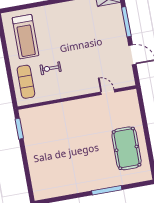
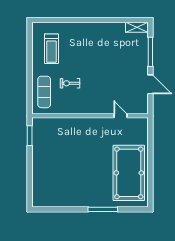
treadmill: (25, 37) -> (51, 49), width x0.73, depth x0.73
pool table: (127, 148) -> (129, 173), width x1.36, depth x1.32

